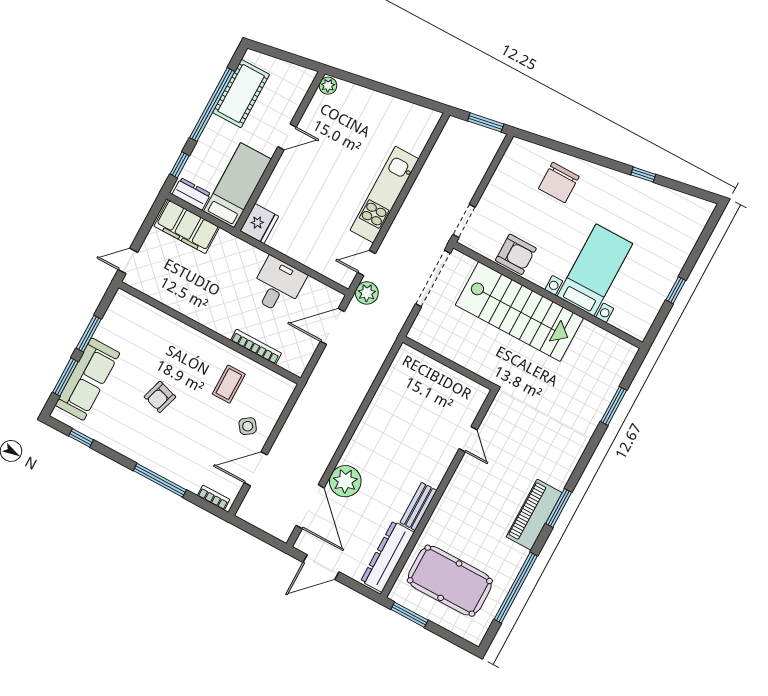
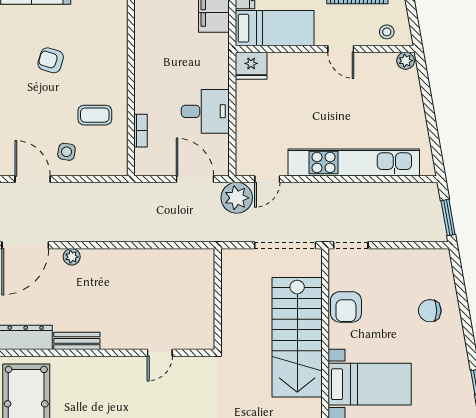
stool: (294, 89) -> (387, 32), added
chair: (559, 183) -> (430, 311), width x0.73, depth x0.73
kitchen unit: (384, 195) -> (354, 162), width x1.36
door: (367, 263) -> (267, 179), swing flipped
plant: (367, 293) -> (237, 198), width x1.36, depth x1.36
bookcase: (256, 347) -> (141, 131), width x0.64
side table: (248, 426) -> (67, 152), turned 45
plant: (345, 481) -> (72, 257), width x0.53, depth x0.53

